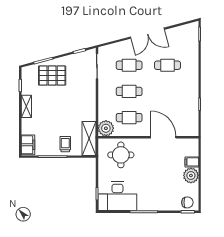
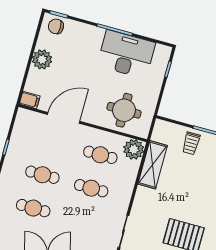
cafe table: (129, 65) -> (42, 175), moved
door: (163, 137) -> (64, 118), swing flipped
shelving: (89, 138) -> (153, 165), moved
filing cabinet: (192, 162) -> (30, 100), moved
desk: (117, 196) -> (126, 54), moved

